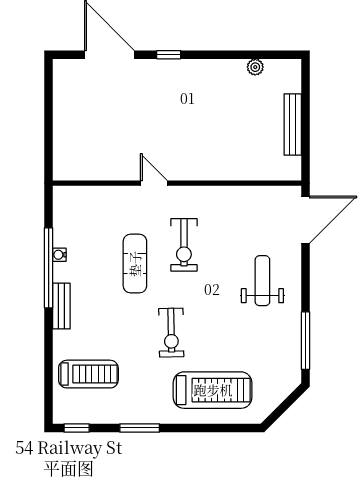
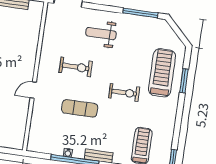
exercise bike: (184, 245) -> (76, 67), moved
window: (140, 428) -> (184, 81), moved

